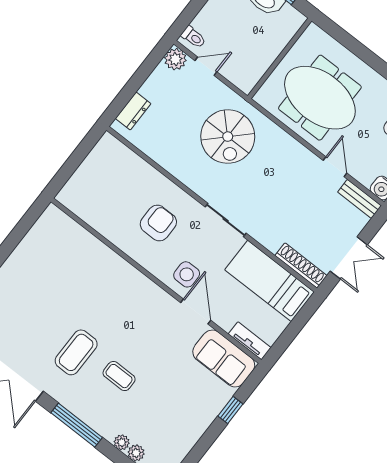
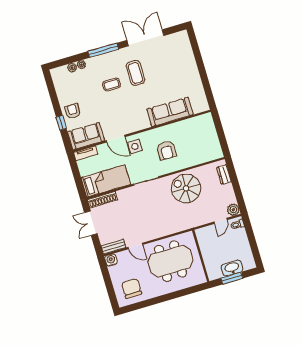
spiral stairs: (228, 137) -> (186, 188), moved
sofa: (97, 259) -> (170, 112), added
armchair: (201, 405) -> (73, 111), added

